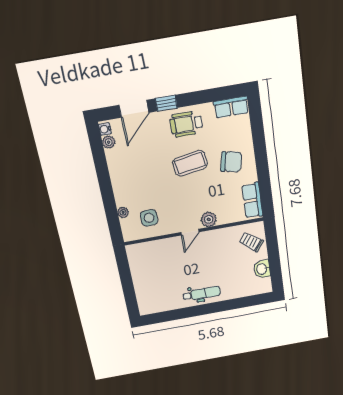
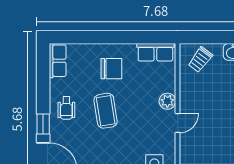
wheelchair: (186, 124) -> (66, 108), width x0.73, depth x0.73
chair: (231, 162) -> (111, 69), turned 78
door: (190, 232) -> (178, 123), hinge flipped

